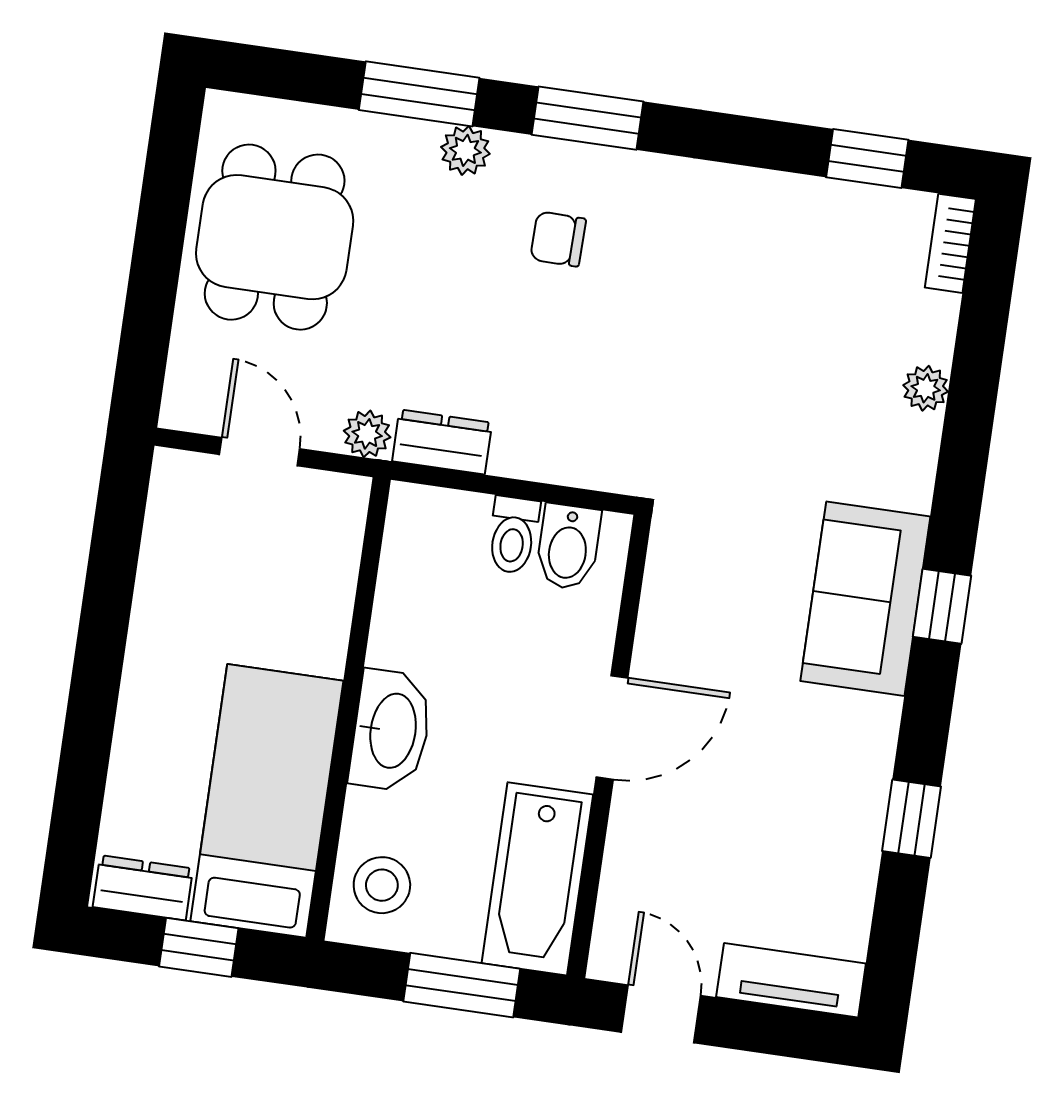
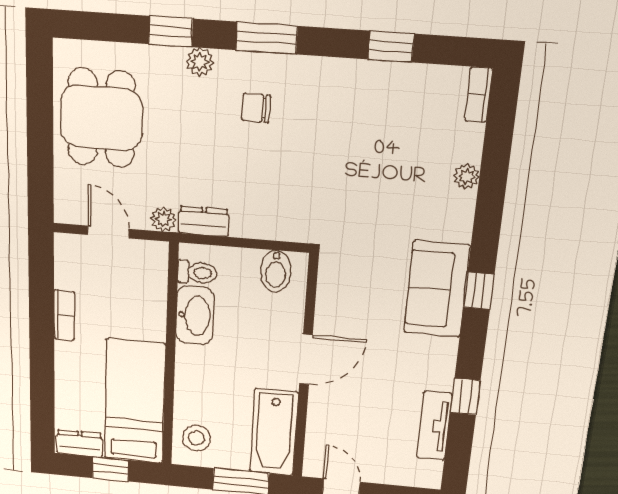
window: (419, 94) -> (171, 31), width x0.67
window: (867, 158) -> (391, 47), moved
toilet: (513, 535) -> (197, 273), moved, turned -90
bookcase: (151, 613) -> (64, 315), added
washbasin: (391, 730) -> (195, 315), moved
tv unit: (791, 980) -> (434, 426), moved, turned -90

